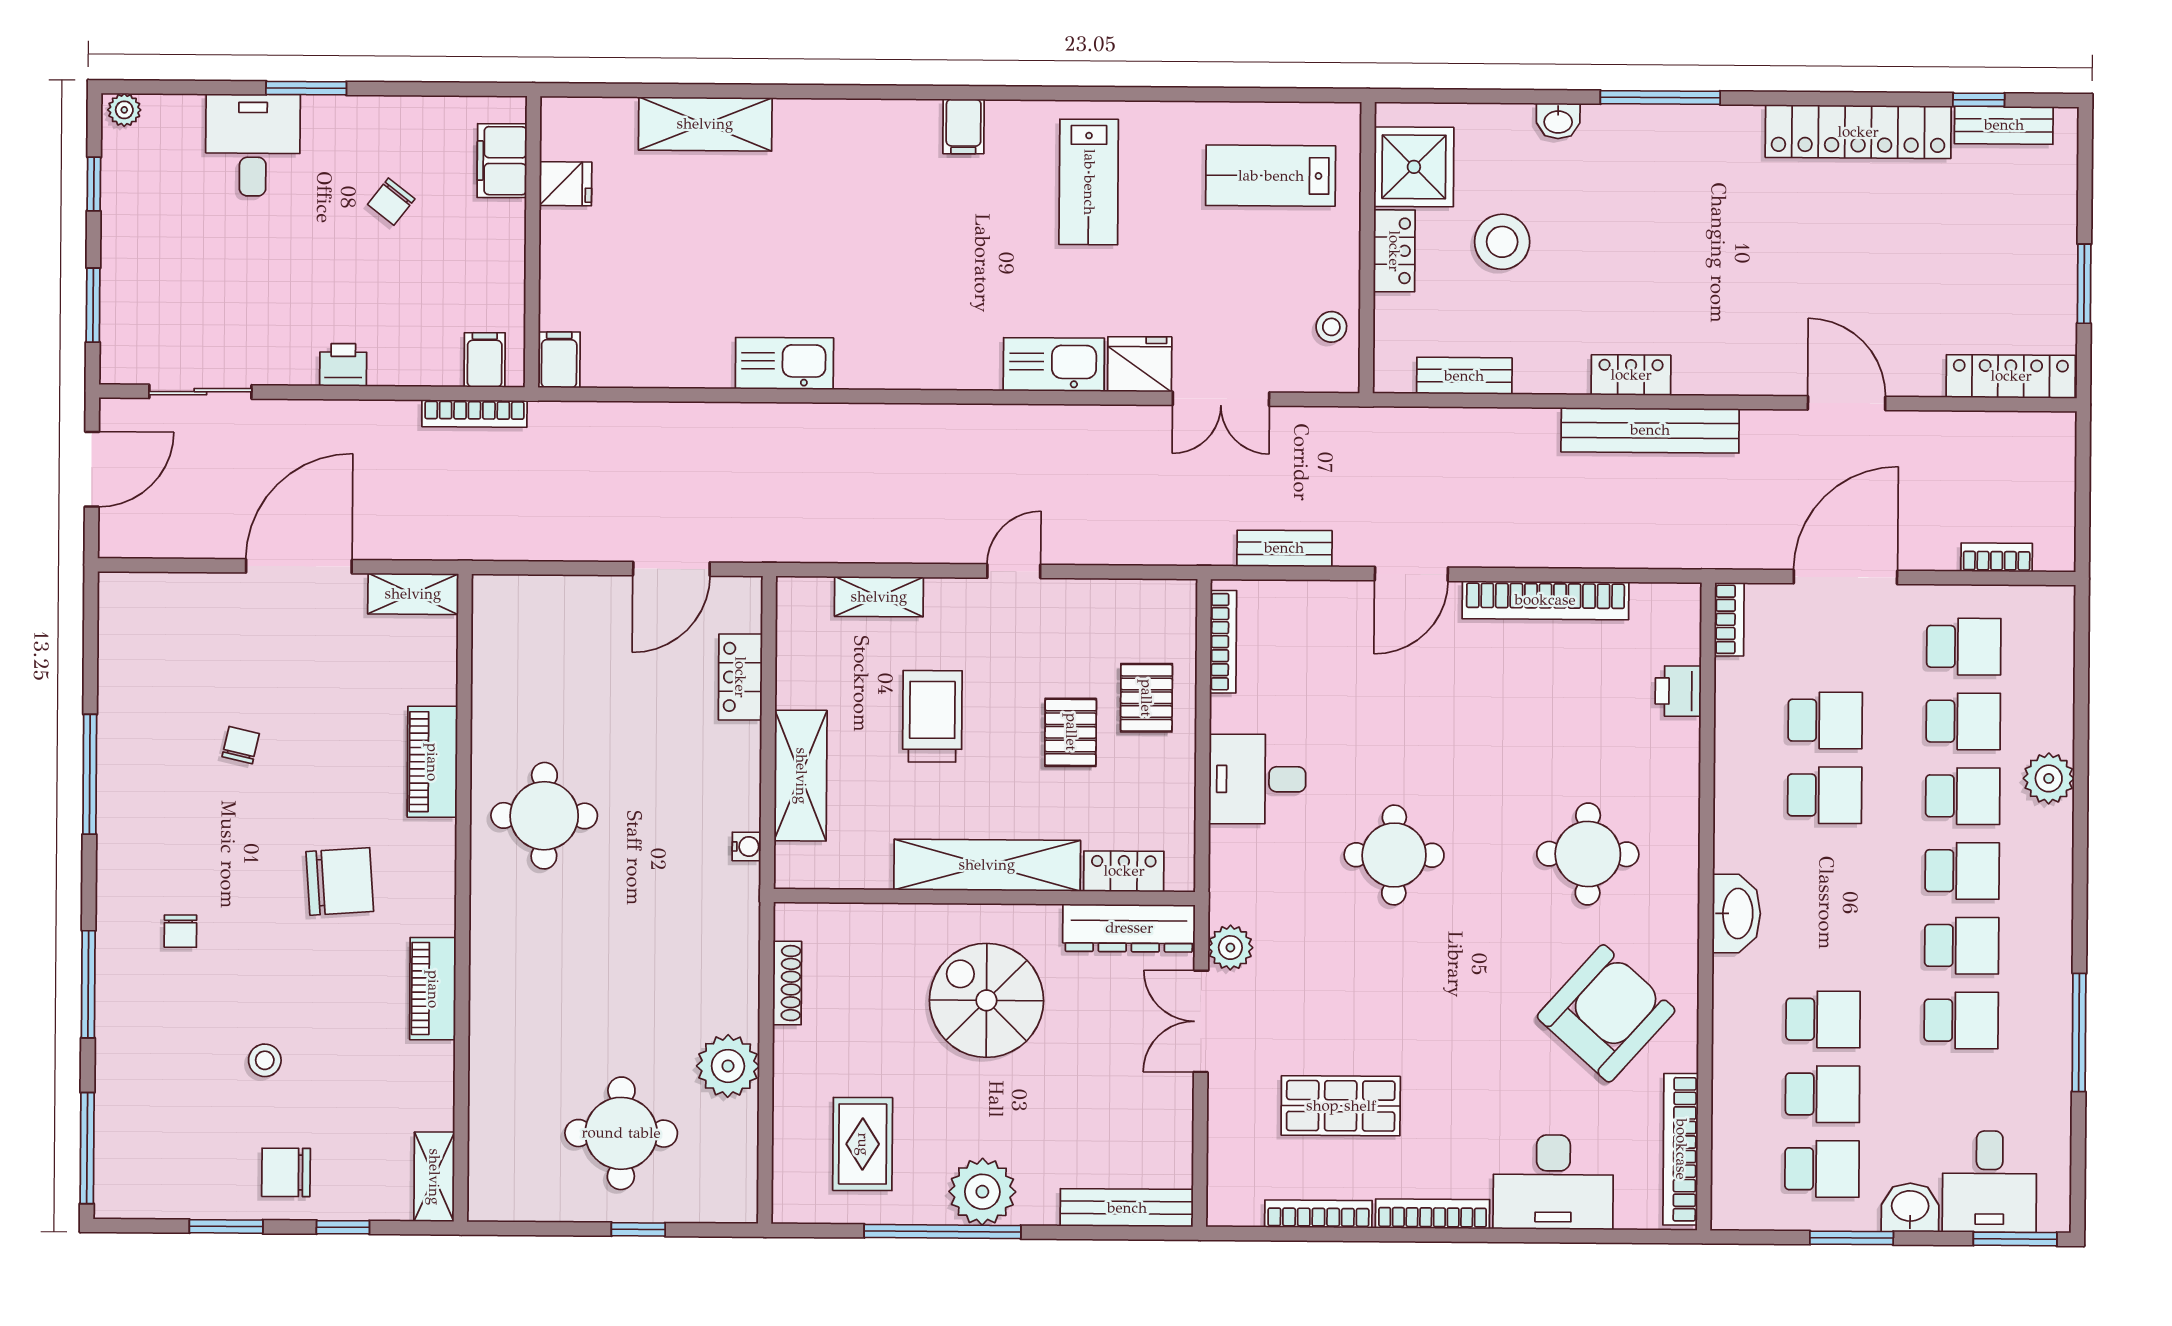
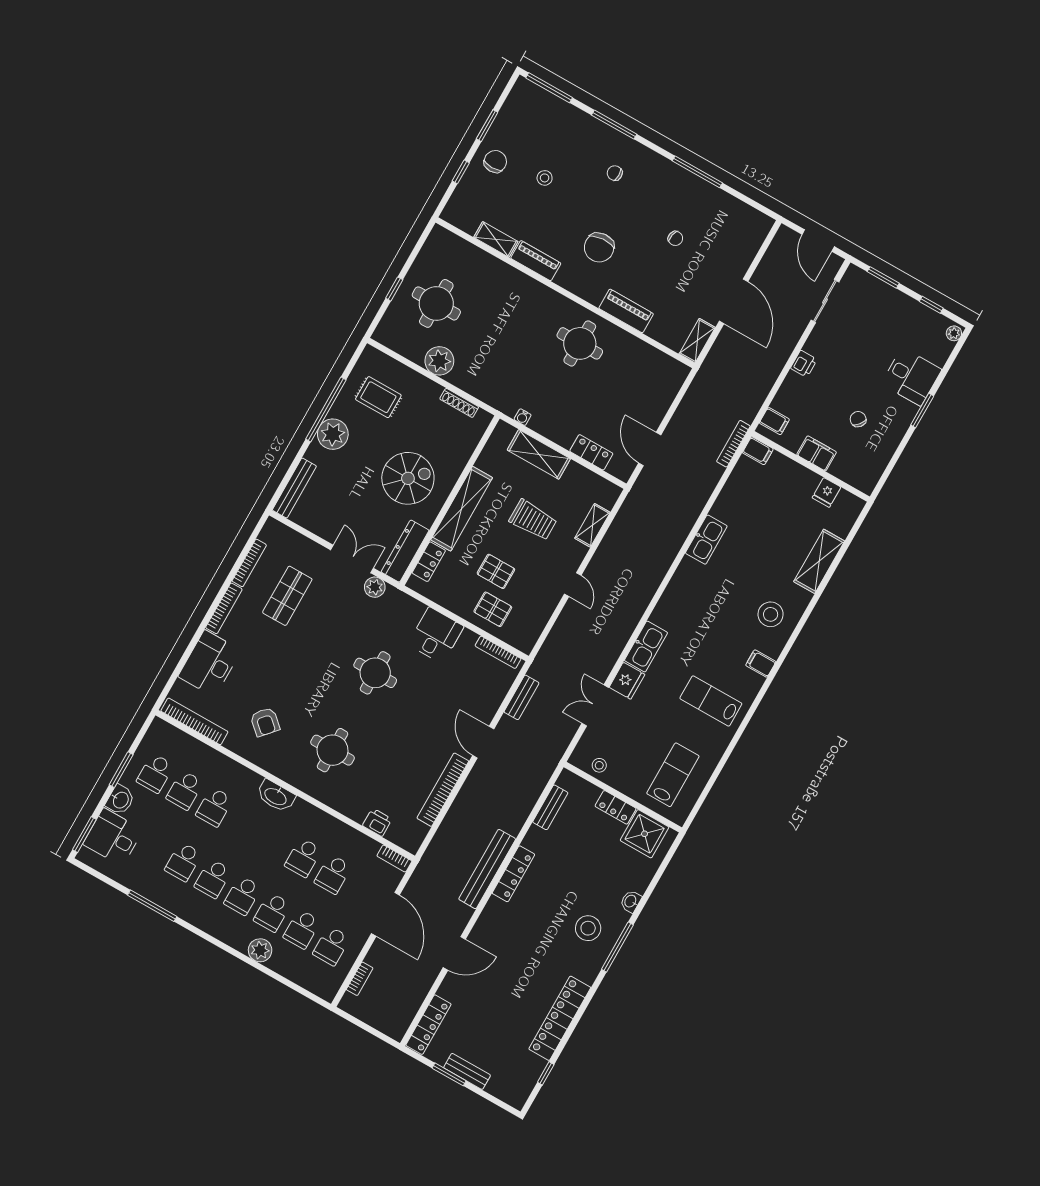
bench: (2004, 125) -> (467, 1071), moved, turned 90
stool: (859, 160) -> (771, 614), added
filing cabinet: (502, 161) -> (817, 453), moved
stool: (1502, 242) -> (588, 928), moved
locker: (1631, 375) -> (513, 874), width x1.53
bookcase: (474, 414) -> (733, 444), moved
armchair: (1606, 1013) -> (265, 722), width x0.53, depth x0.53
shelving: (434, 1177) -> (496, 239), moved

